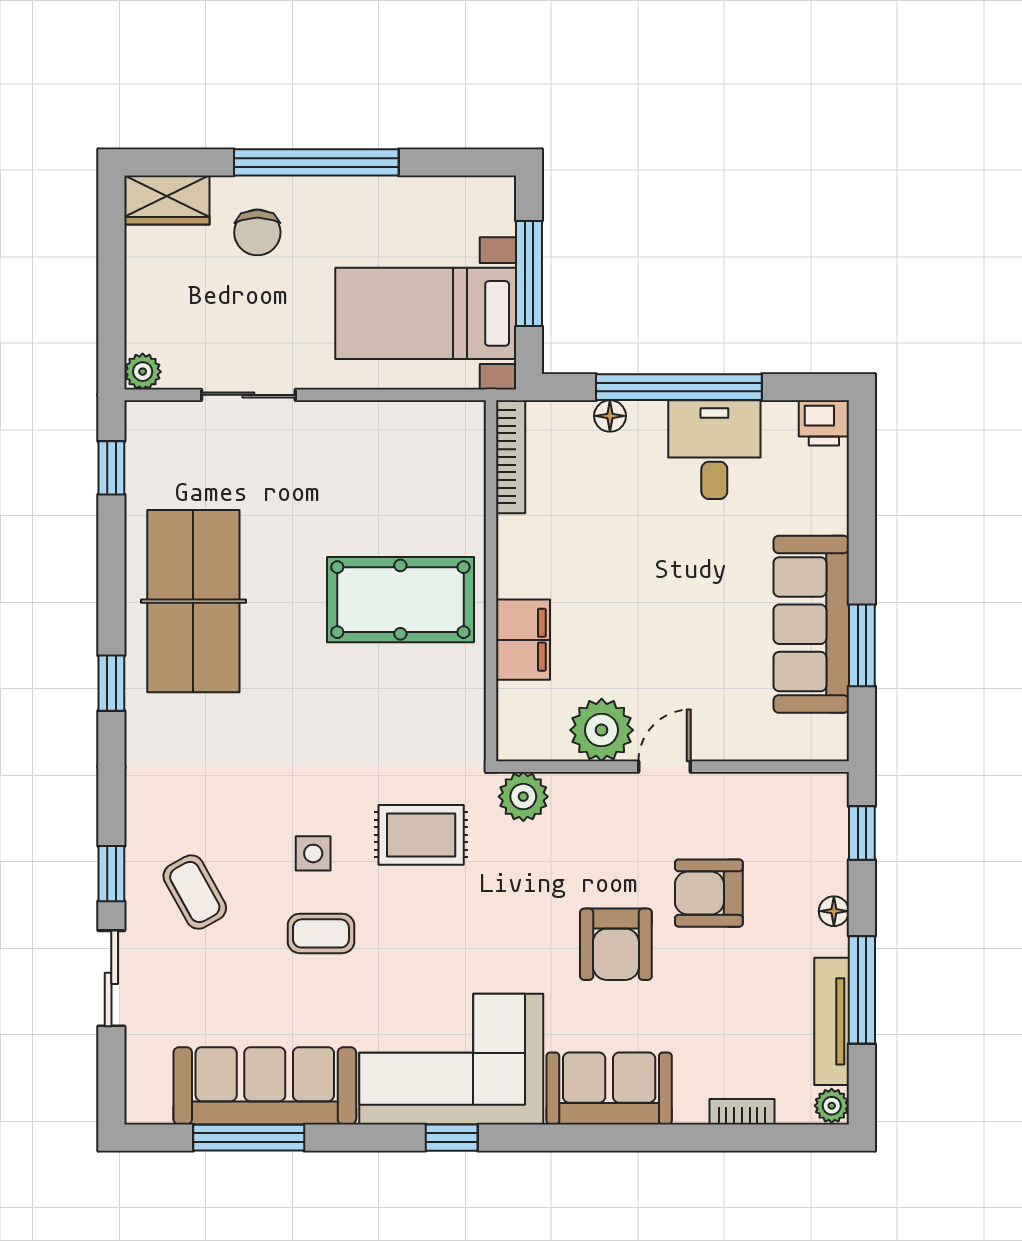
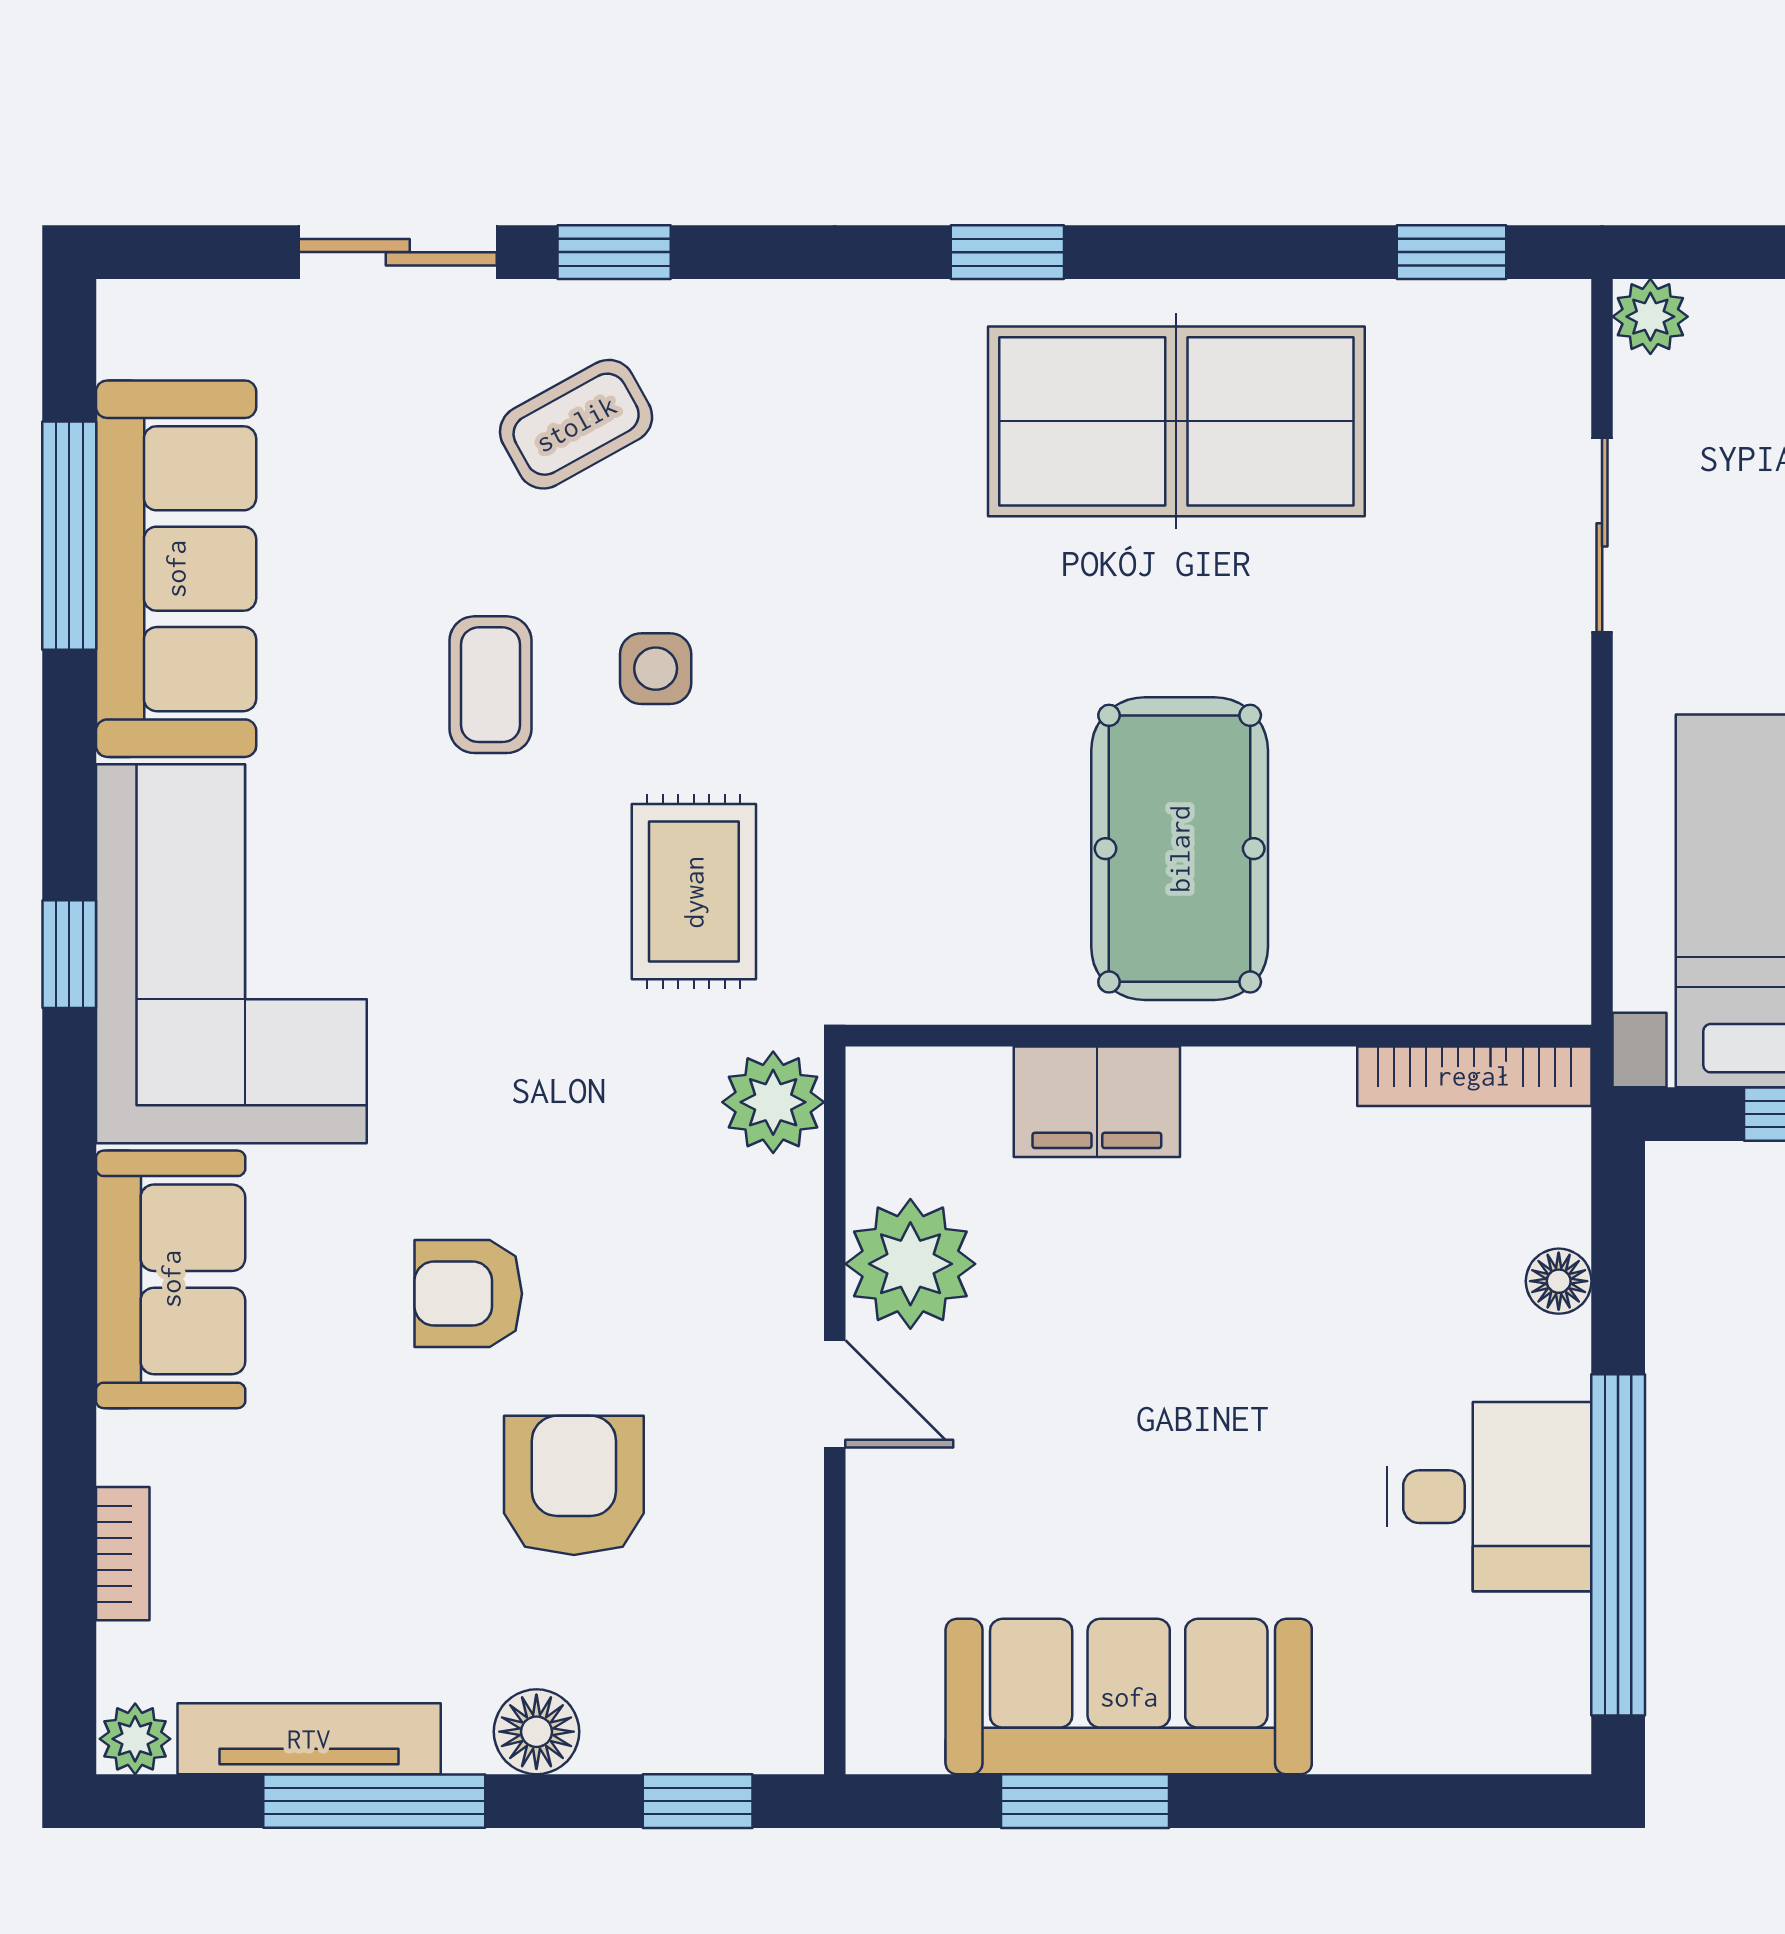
window: (679, 387) -> (1618, 1545), moved
printer: (824, 423) -> (1544, 1723), removed
floor lamp: (834, 911) -> (536, 1732), width x1.37, depth x1.37
armchair: (616, 944) -> (468, 1294), width x0.72, depth x0.72

